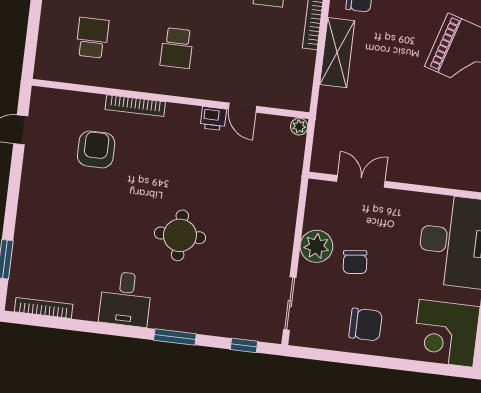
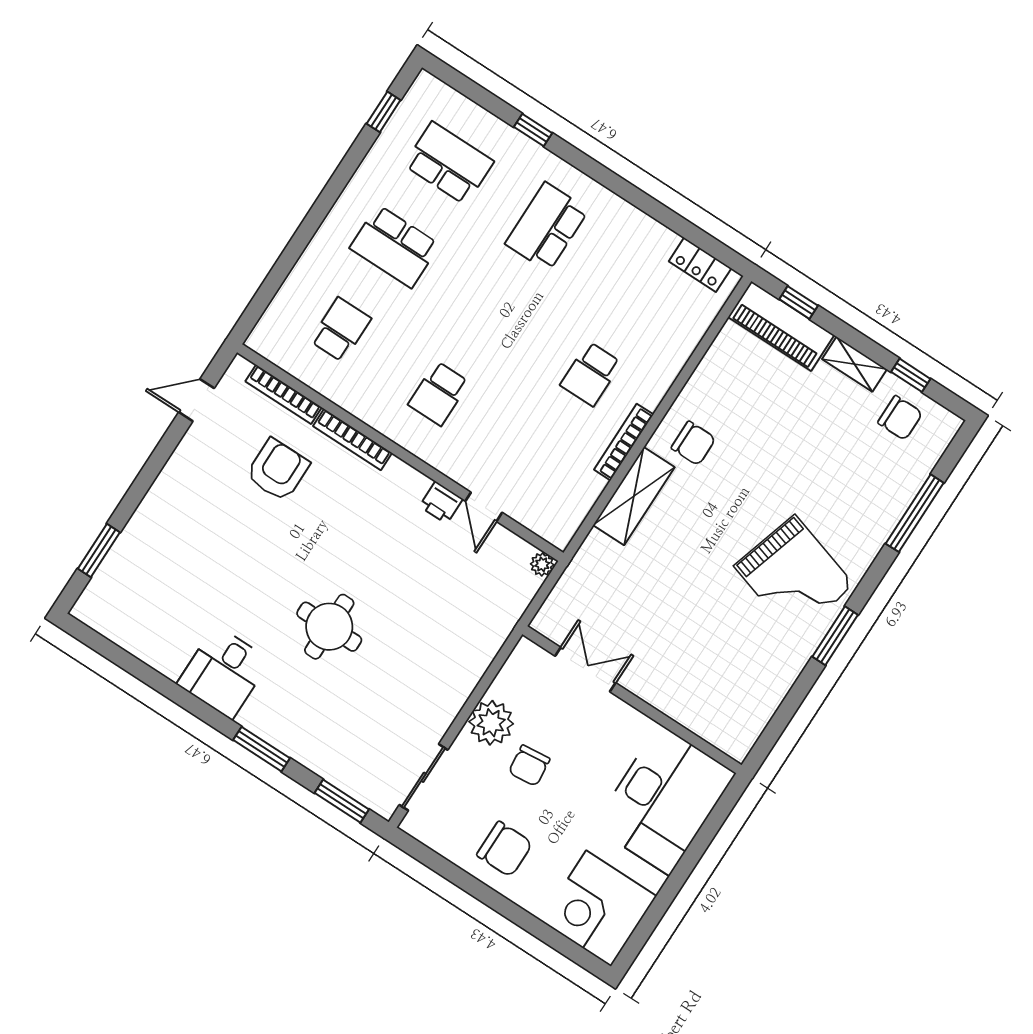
bookcase: (44, 308) -> (284, 394), moved, turned 180
window: (244, 345) -> (342, 801), width x1.50

